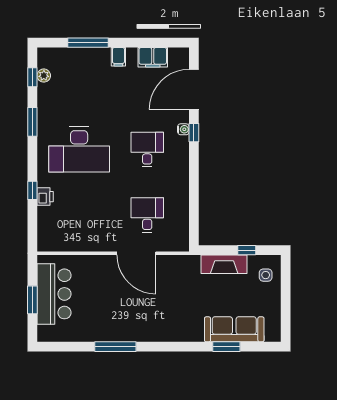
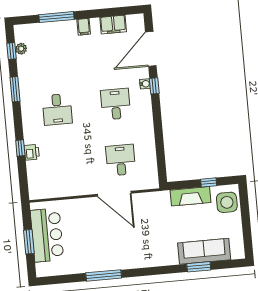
desk: (79, 150) -> (57, 109), width x0.53, depth x0.77
side table: (266, 275) -> (227, 202), width x1.87, depth x1.87

